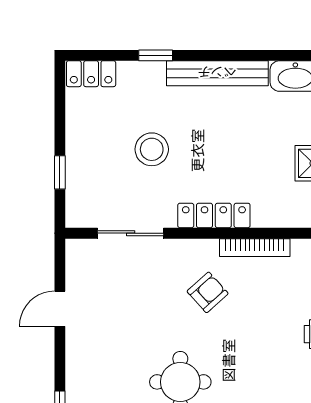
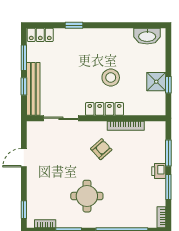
bench: (217, 73) -> (33, 89), moved, turned 90
window: (60, 118) -> (24, 58), added
stool: (152, 149) -> (111, 78), moved

